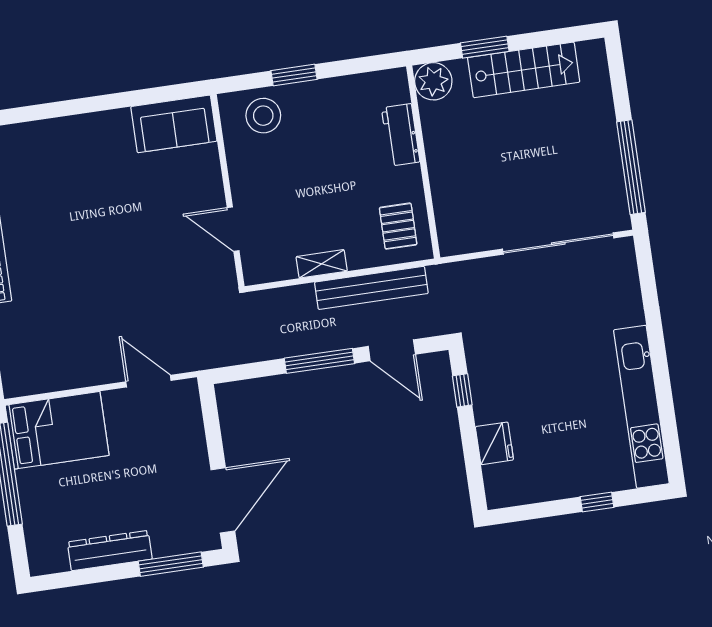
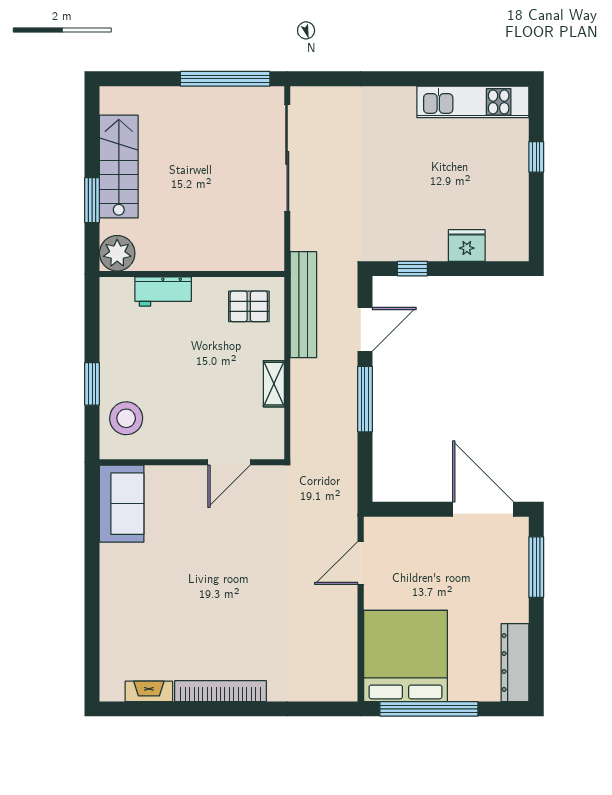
bench: (371, 288) -> (303, 305), moved
kitchen unit: (641, 407) -> (473, 102), width x0.73
bed: (57, 430) -> (406, 656), width x1.36
dresser: (110, 551) -> (515, 663), moved

